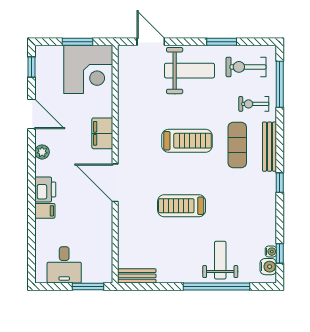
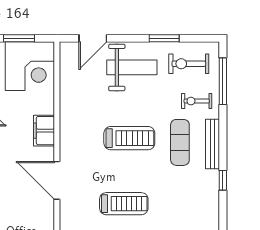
door: (151, 42) -> (93, 38), swing flipped
treadmill: (182, 206) -> (124, 204), turned 180

